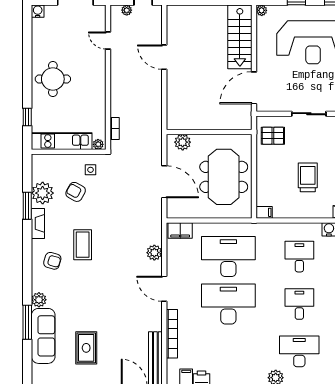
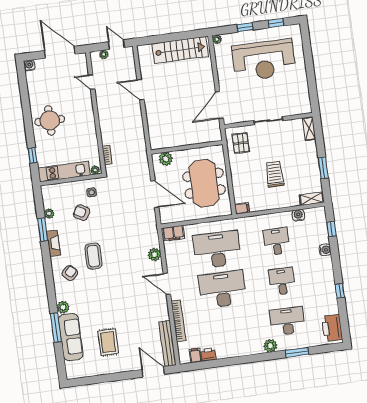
stairs: (240, 37) -> (180, 50), moved, turned -90
pallet: (273, 136) -> (241, 143), turned 90
plant: (43, 193) -> (49, 214), width x0.53, depth x0.53
armchair: (52, 261) -> (70, 273), turned -62

